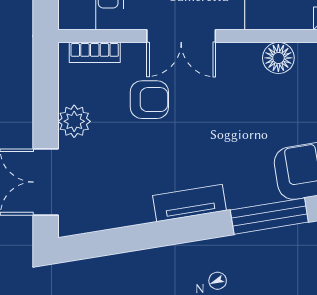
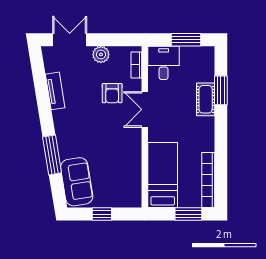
floor lamp: (278, 58) -> (134, 160), removed
tv unit: (190, 203) -> (55, 91), moved

